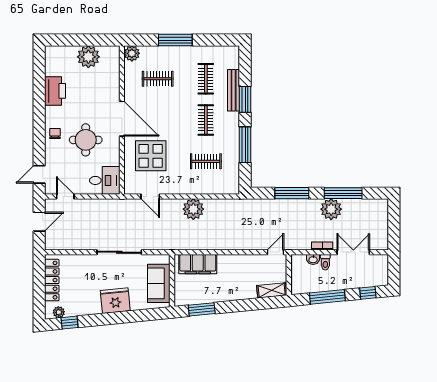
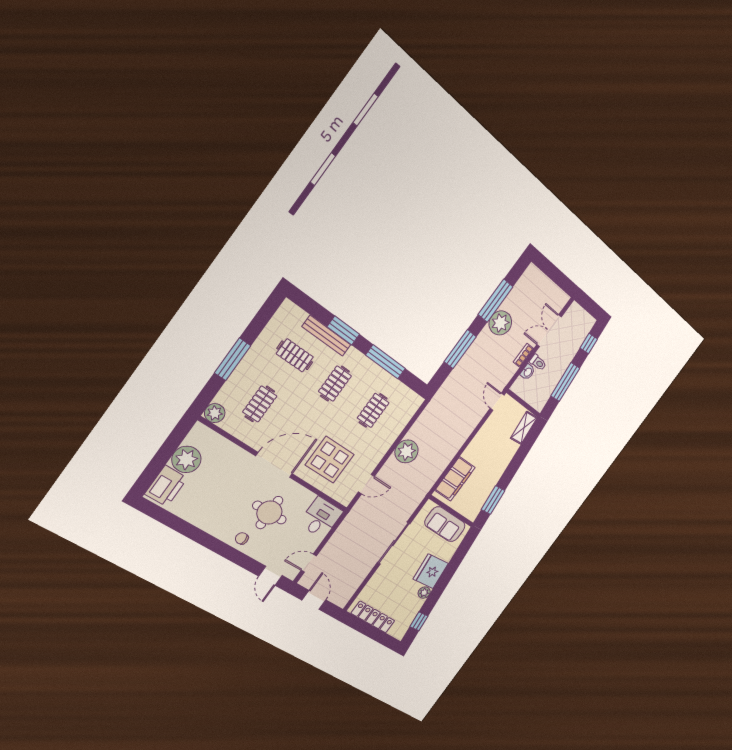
printer: (55, 91) -> (166, 486), moved, turned 90
clothes rail: (206, 120) -> (335, 384), turned 90
plant: (59, 312) -> (424, 593), moved

